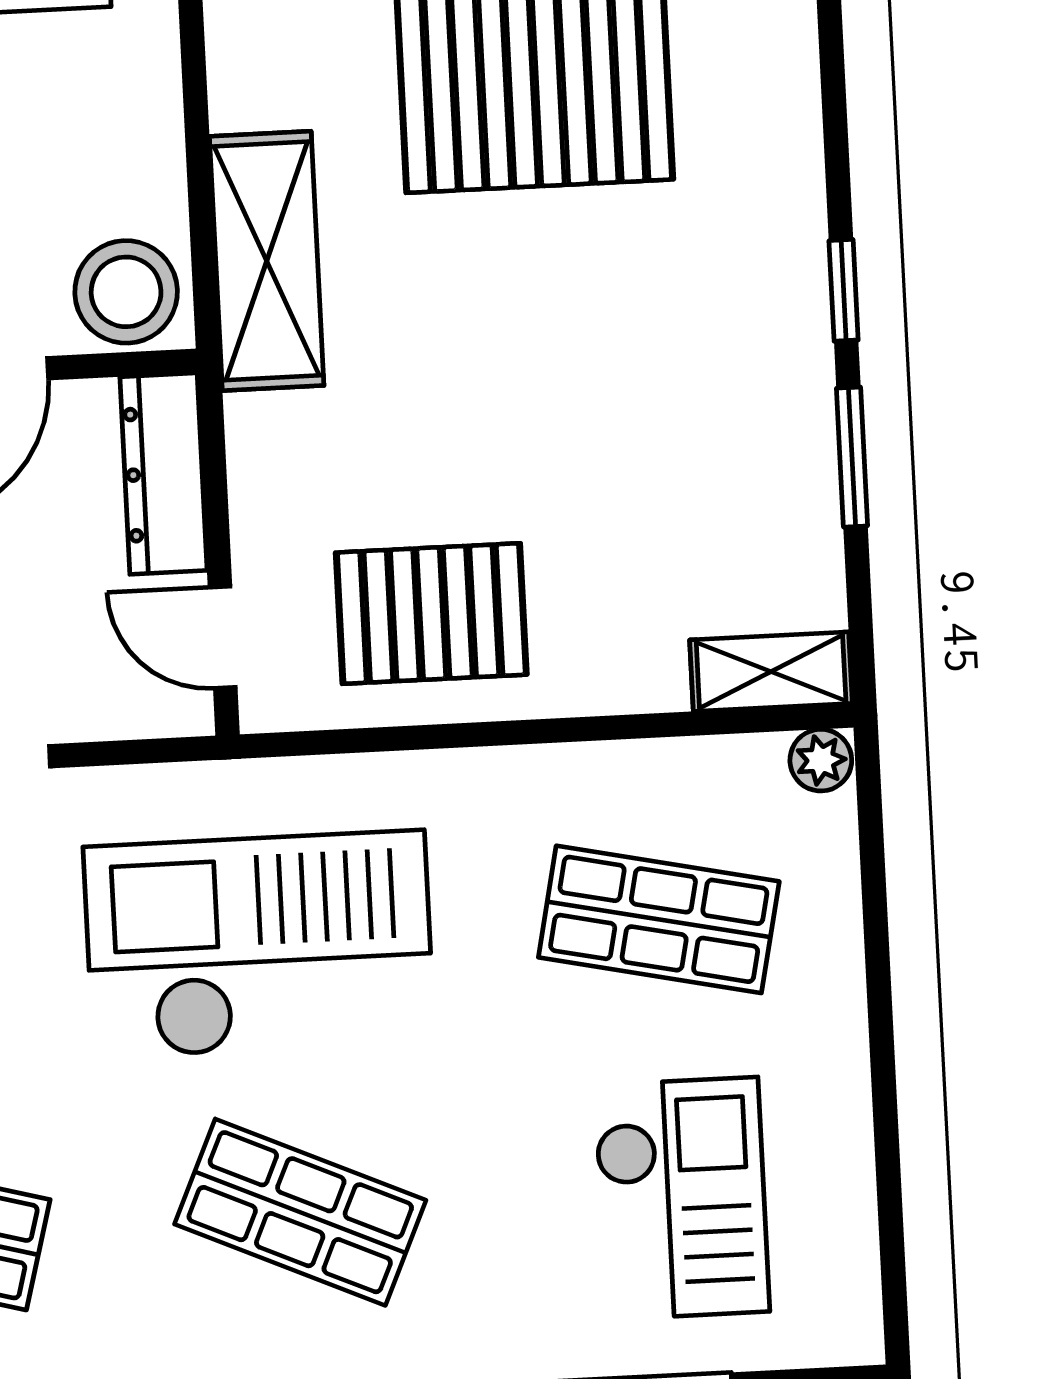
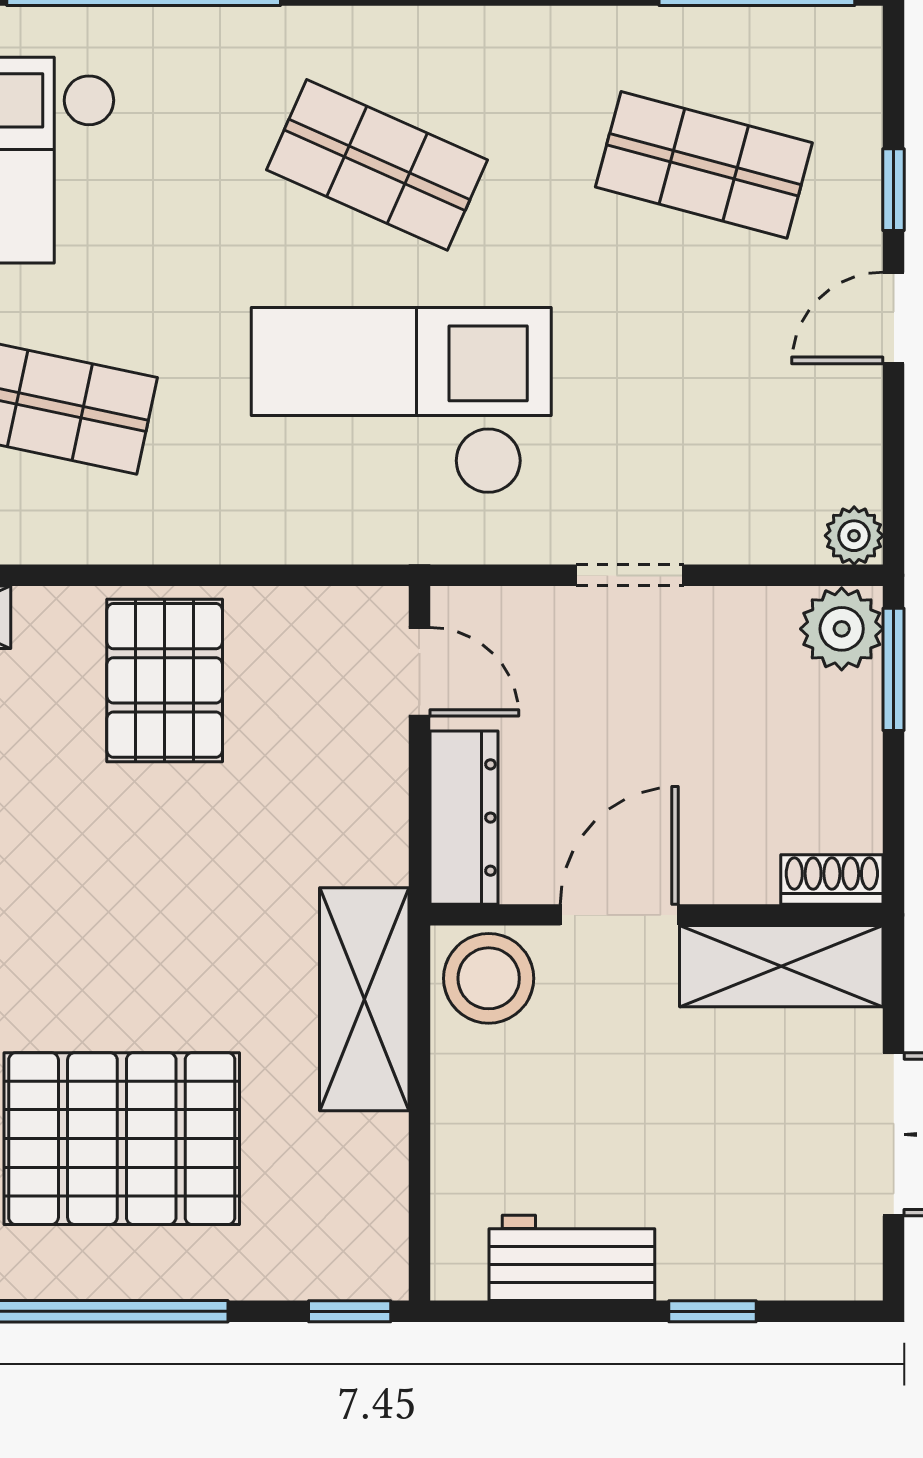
pallet: (431, 614) -> (165, 680), moved, turned 90
checkout: (259, 945) -> (401, 401), turned 180

